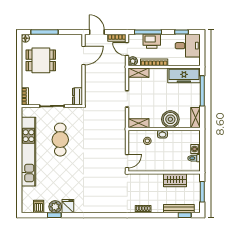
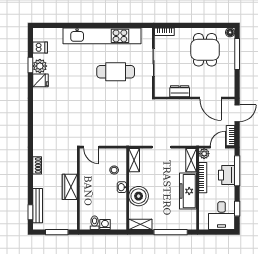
freezer: (184, 75) -> (188, 191), moved
dresser: (77, 96) -> (180, 91), moved
wardrobe: (175, 180) -> (70, 187), moved

